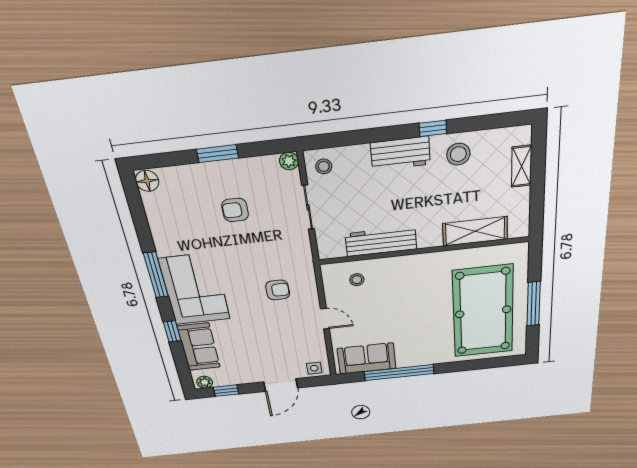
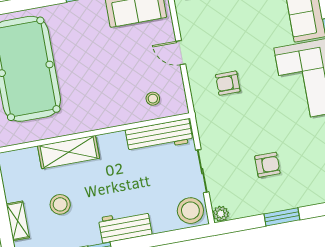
stool: (458, 154) -> (60, 204), moved
stool: (324, 166) -> (190, 211), width x1.89, depth x1.89
shelving: (475, 231) -> (69, 152), moved
workbench: (381, 241) -> (159, 136), moved

